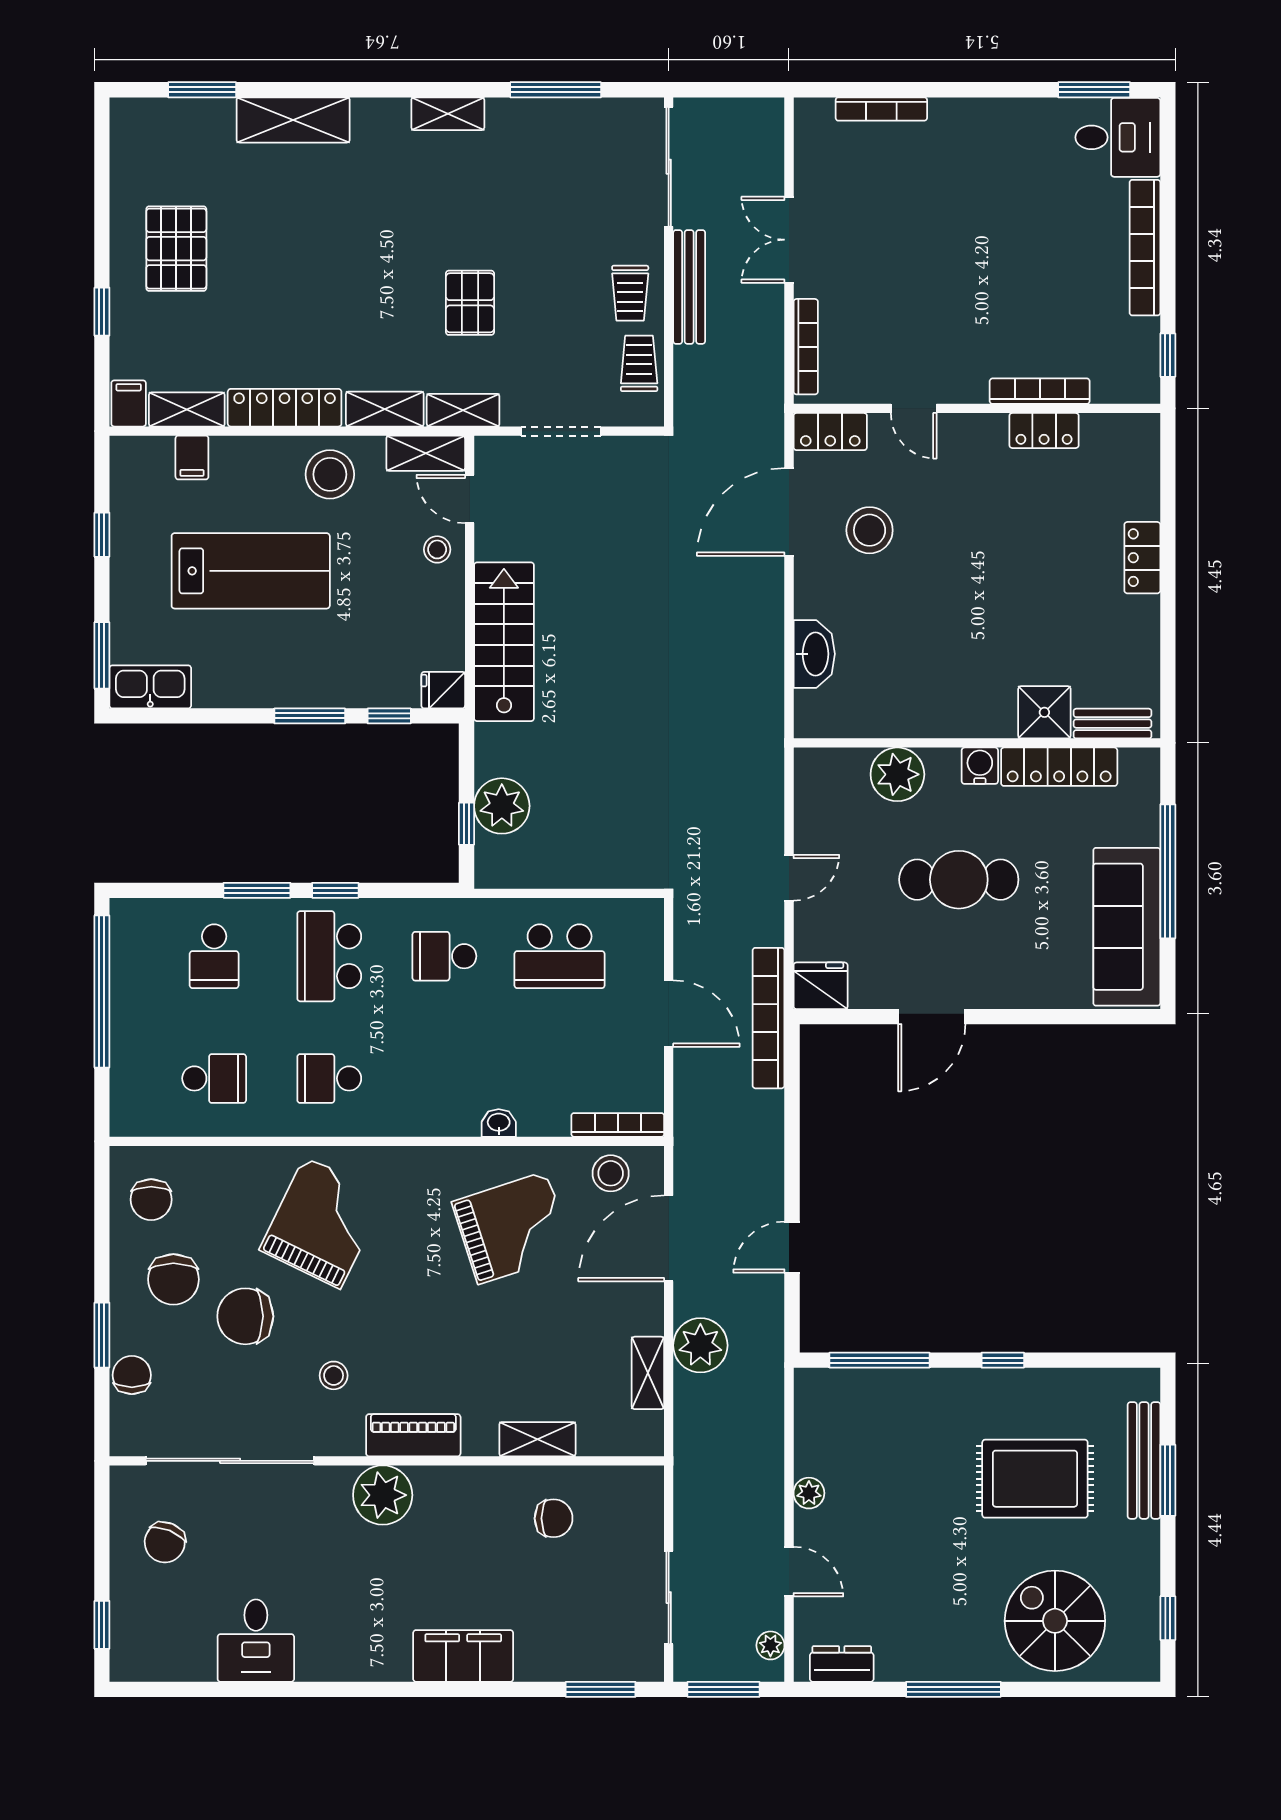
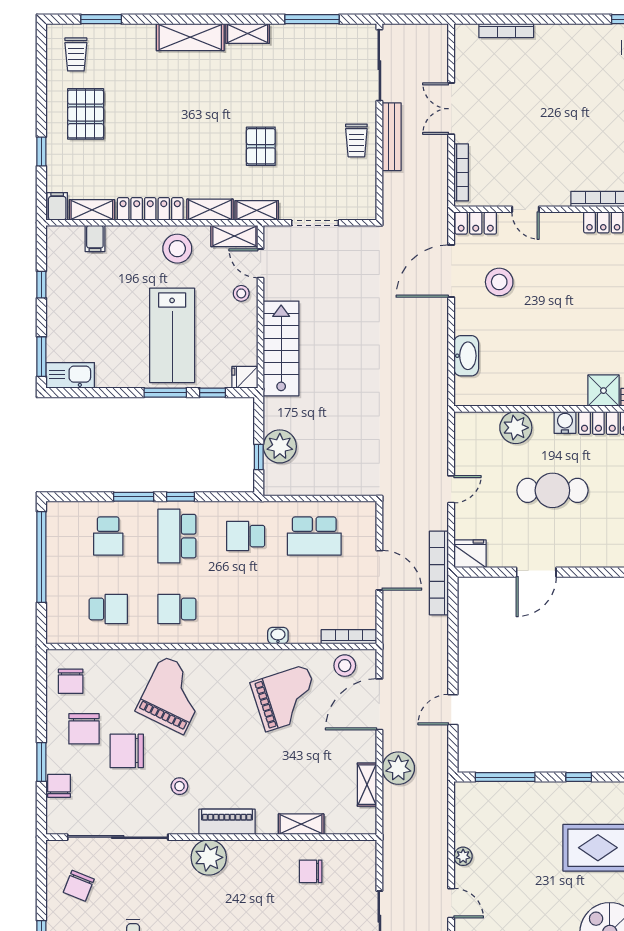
shelving: (293, 120) -> (190, 37), moved
trolley: (639, 363) -> (76, 54), moved, turned 180
lab bench: (251, 571) -> (172, 335), moved, turned 90
chair: (554, 1518) -> (311, 871), turned 180

